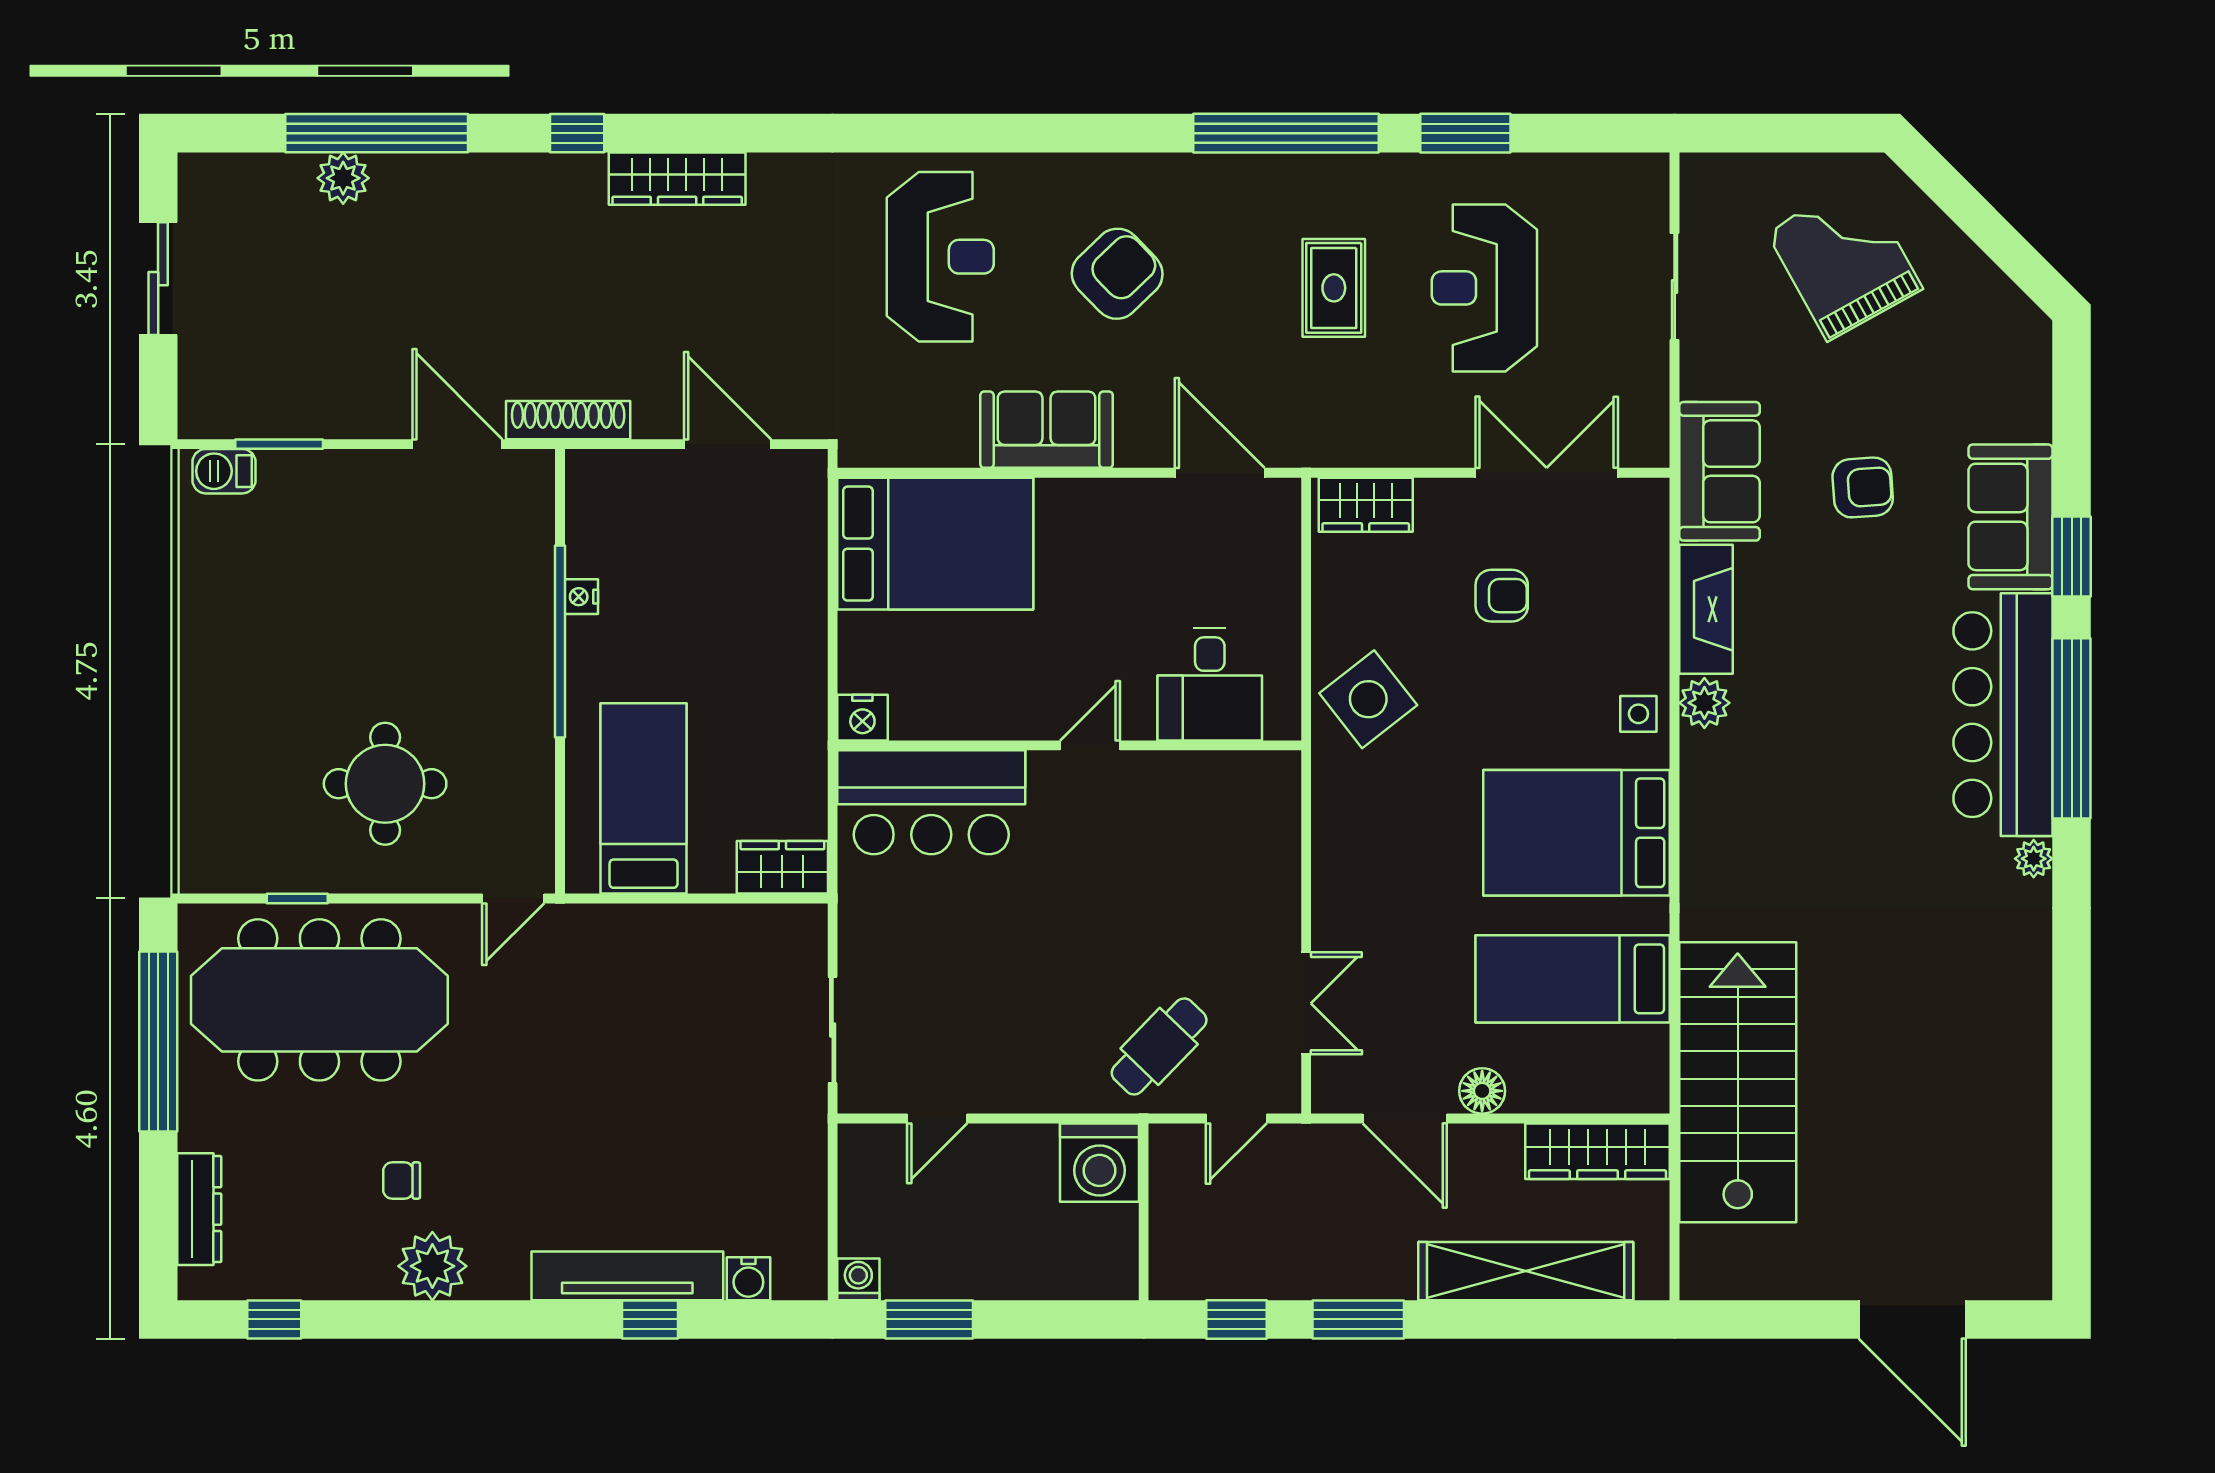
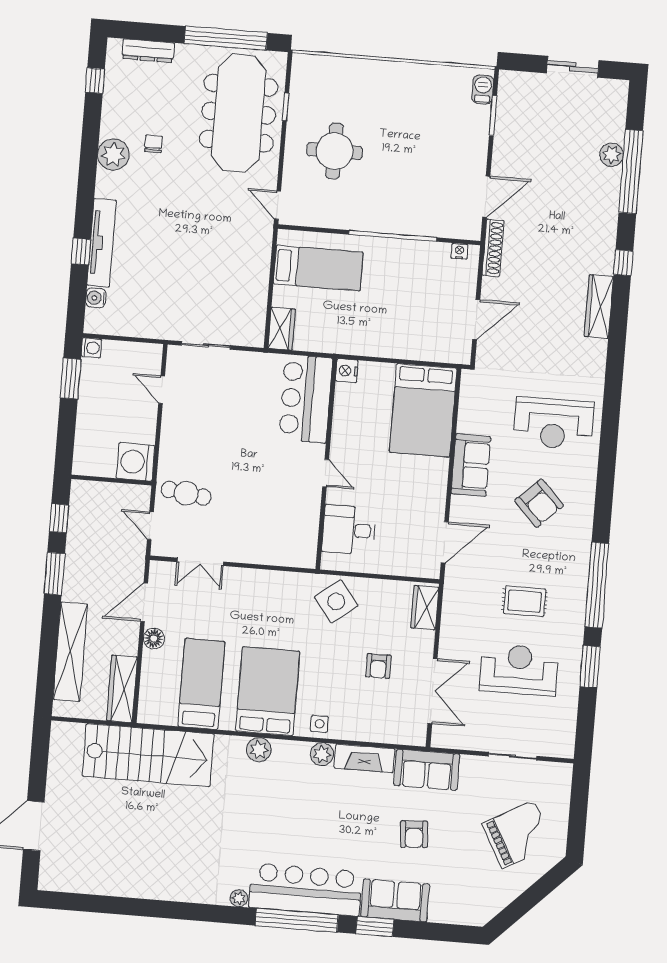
nightstand: (581, 597) -> (459, 251), moved
plant: (1706, 841) -> (259, 750), added
cafe table: (1159, 1046) -> (186, 493), turned -36

